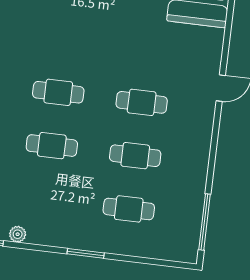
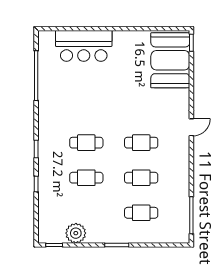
plant: (18, 234) -> (76, 233), width x1.88, depth x1.88

